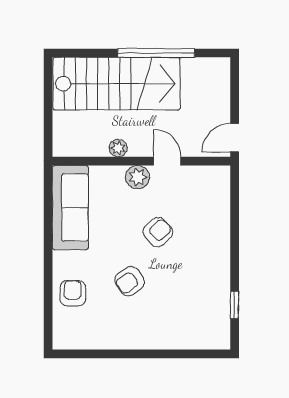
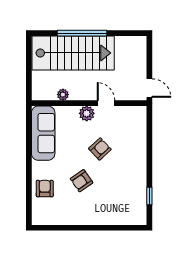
window: (156, 53) -> (82, 33), moved
door: (235, 138) -> (149, 88), swing flipped
plant: (118, 148) -> (63, 95), moved

